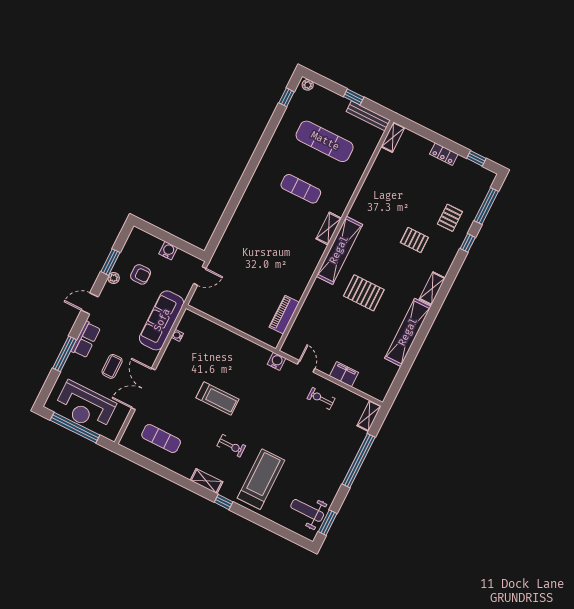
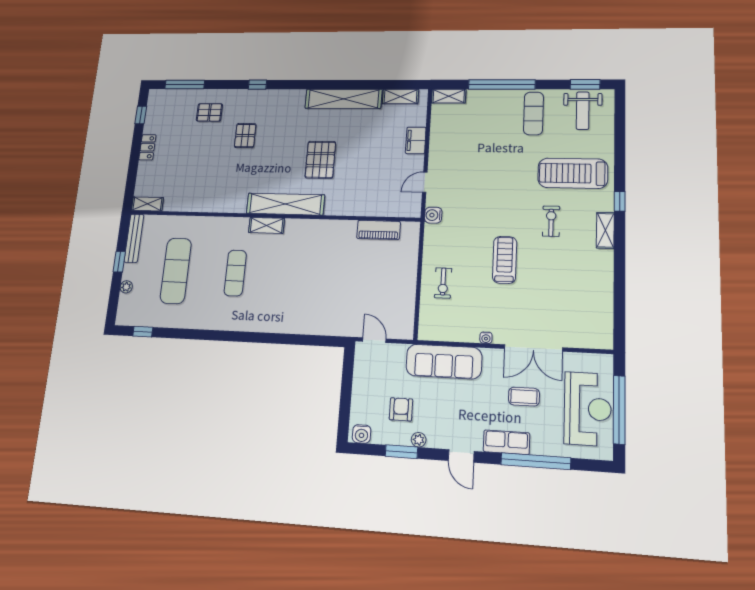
plant: (308, 85) -> (126, 287), moved
window: (468, 243) -> (257, 85), moved
water cooler: (168, 251) -> (362, 434), moved, turned -90
shelving: (432, 289) -> (400, 96), moved
water cooler: (177, 335) -> (486, 338), moved
window: (64, 354) -> (536, 461), width x1.46
exercise bike: (321, 399) -> (443, 283), moved
exercise mat: (161, 439) -> (533, 113), moved

